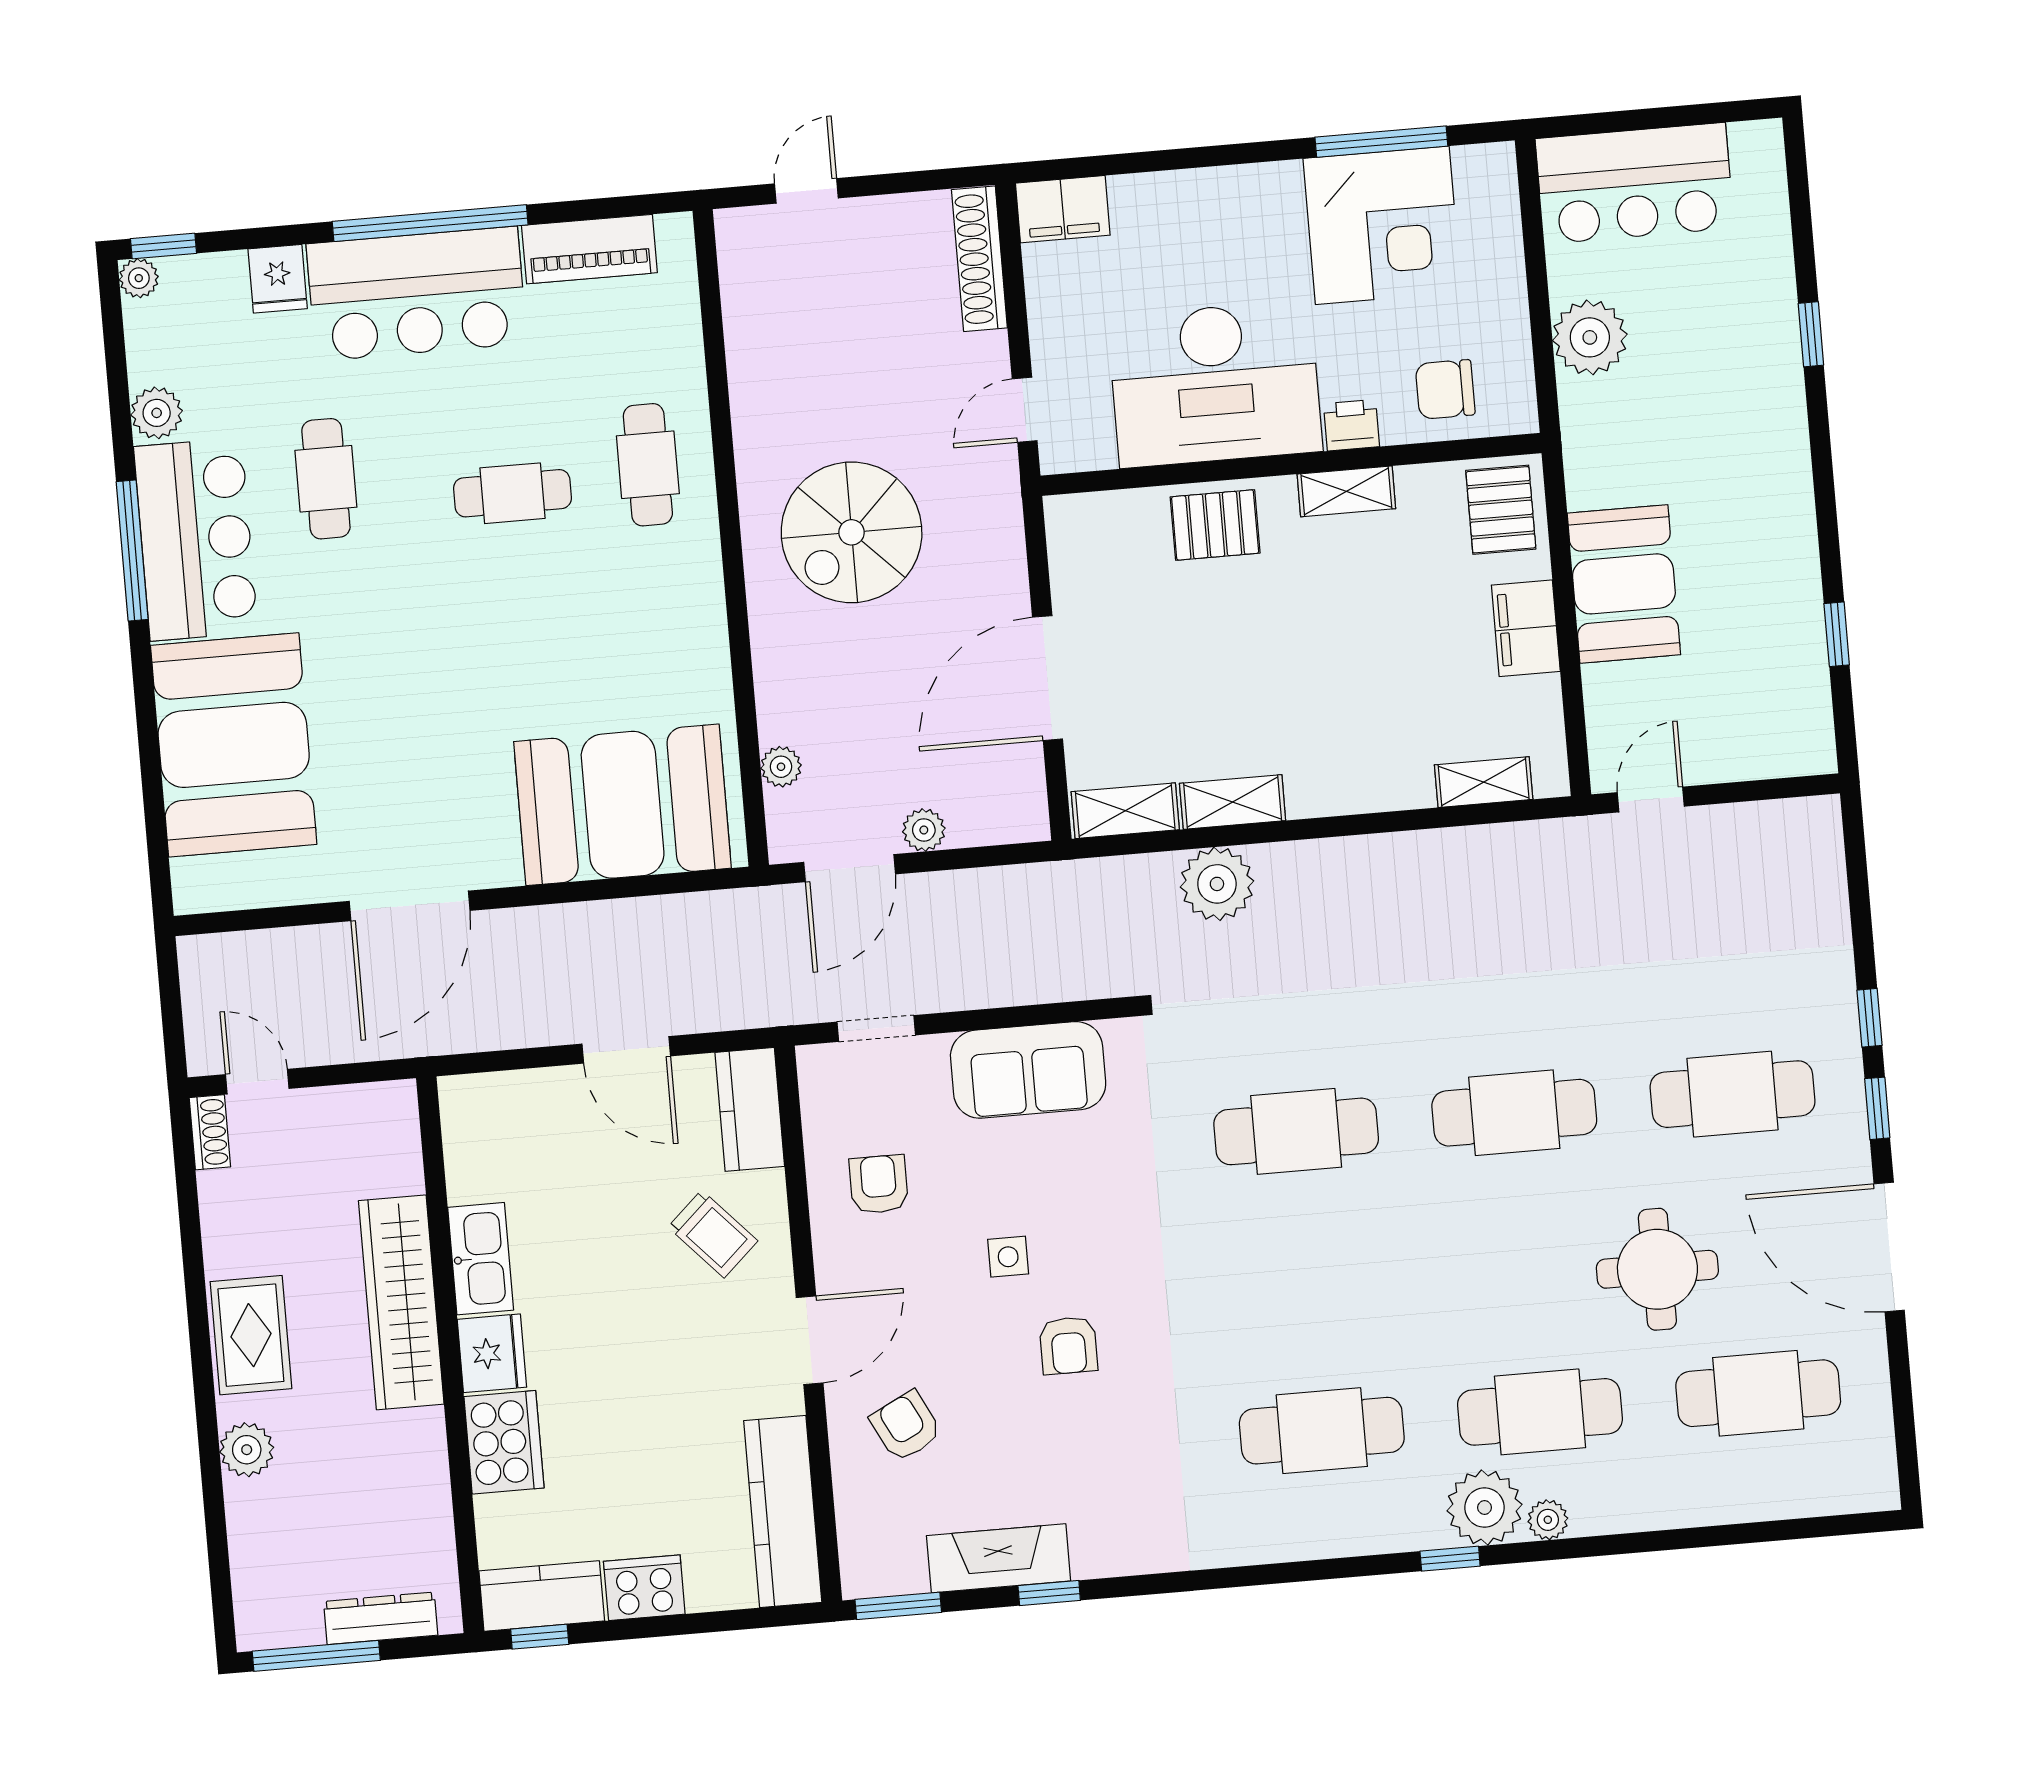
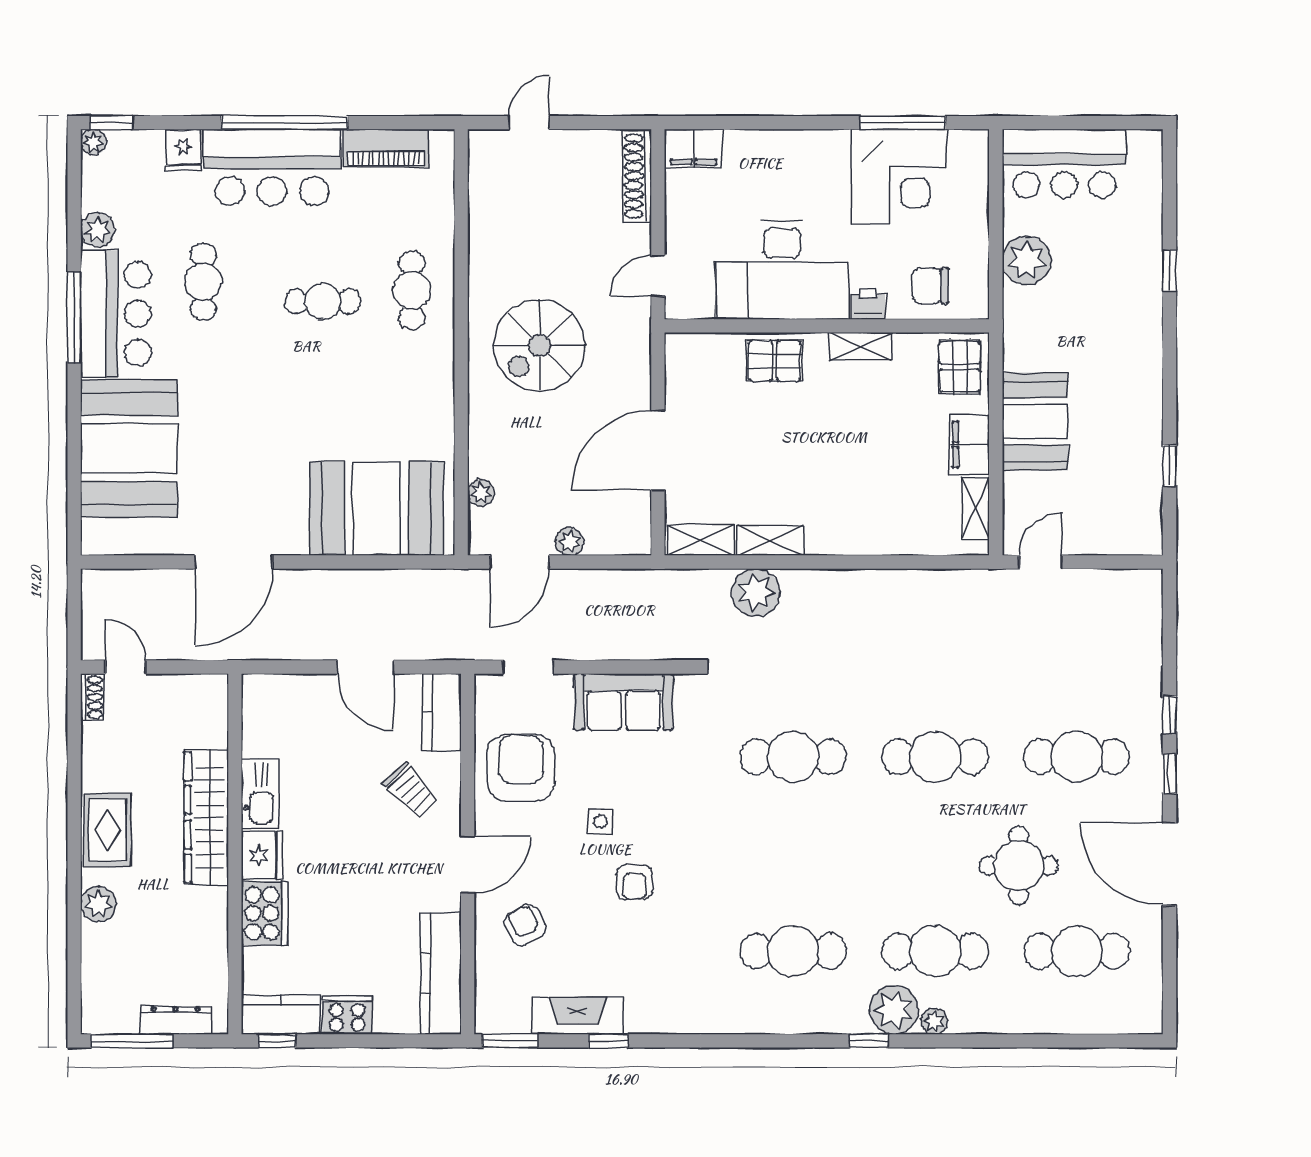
shelving: (1484, 782) -> (975, 508), moved, turned 90
armchair: (879, 1184) -> (521, 768), width x1.88, depth x1.88

